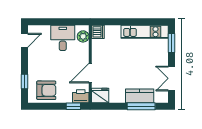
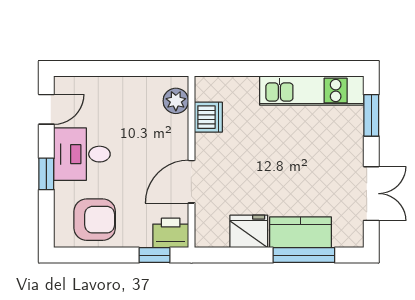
dishwasher: (98, 32) -> (208, 117), moved
desk: (63, 38) -> (82, 154), moved, turned -90
double door: (172, 78) -> (371, 194), swing flipped
window: (24, 81) -> (46, 174), moved
fridge: (100, 96) -> (249, 231), moved

